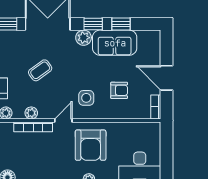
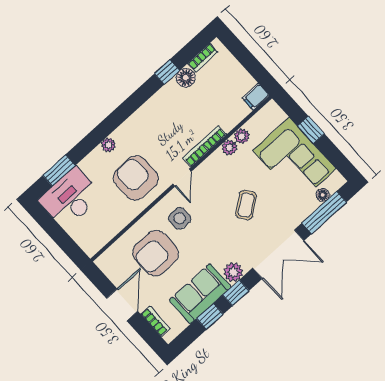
door: (166, 78) -> (122, 305), hinge flipped
armchair: (119, 90) -> (156, 253), width x1.88, depth x1.88
bookcase: (156, 107) -> (155, 321), moved
plant: (31, 113) -> (229, 148), moved

